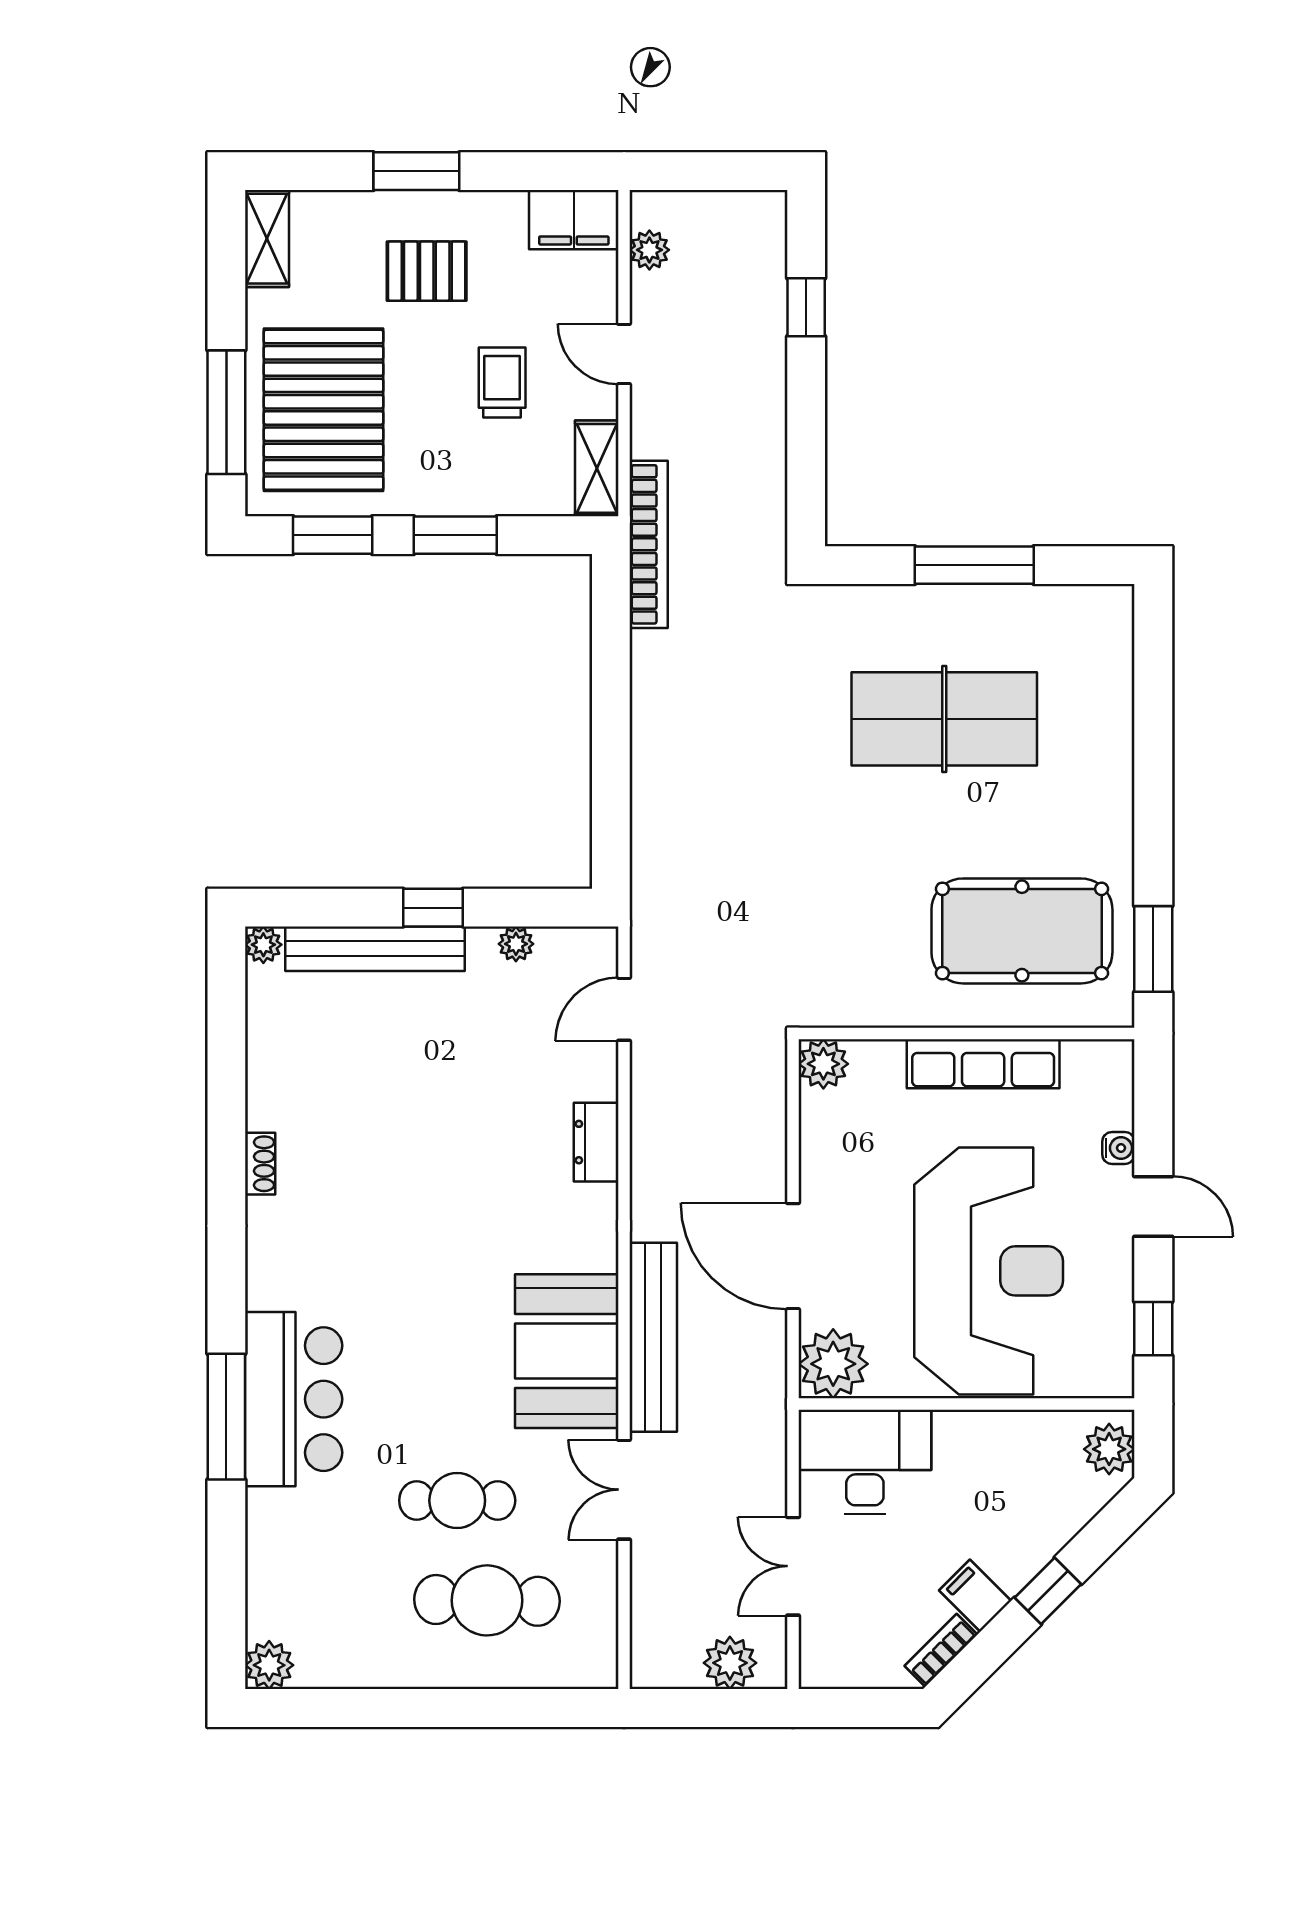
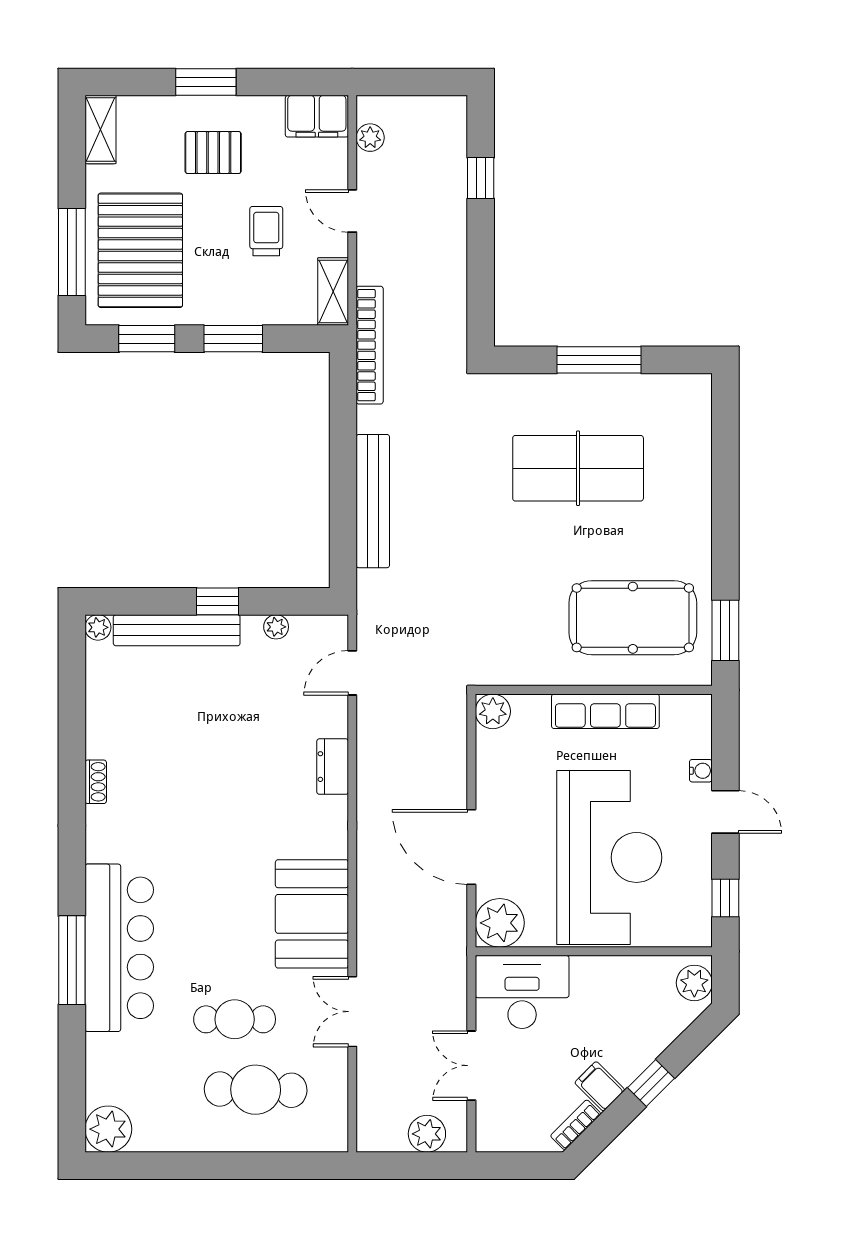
bench: (653, 1337) -> (373, 501), moved
bar counter: (294, 1399) -> (119, 948), width x1.36
plant: (269, 1665) -> (108, 1129), width x1.36, depth x1.36

